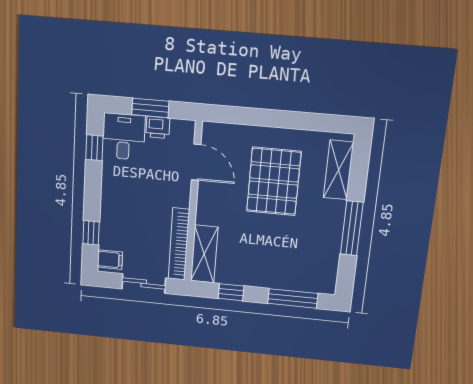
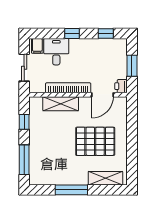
printer: (158, 127) -> (121, 86), moved
desk: (124, 137) -> (56, 52), moved, turned -90
window: (91, 233) -> (72, 34), moved
bookcase: (179, 244) -> (68, 88), moved
shelving: (204, 254) -> (61, 104), moved

